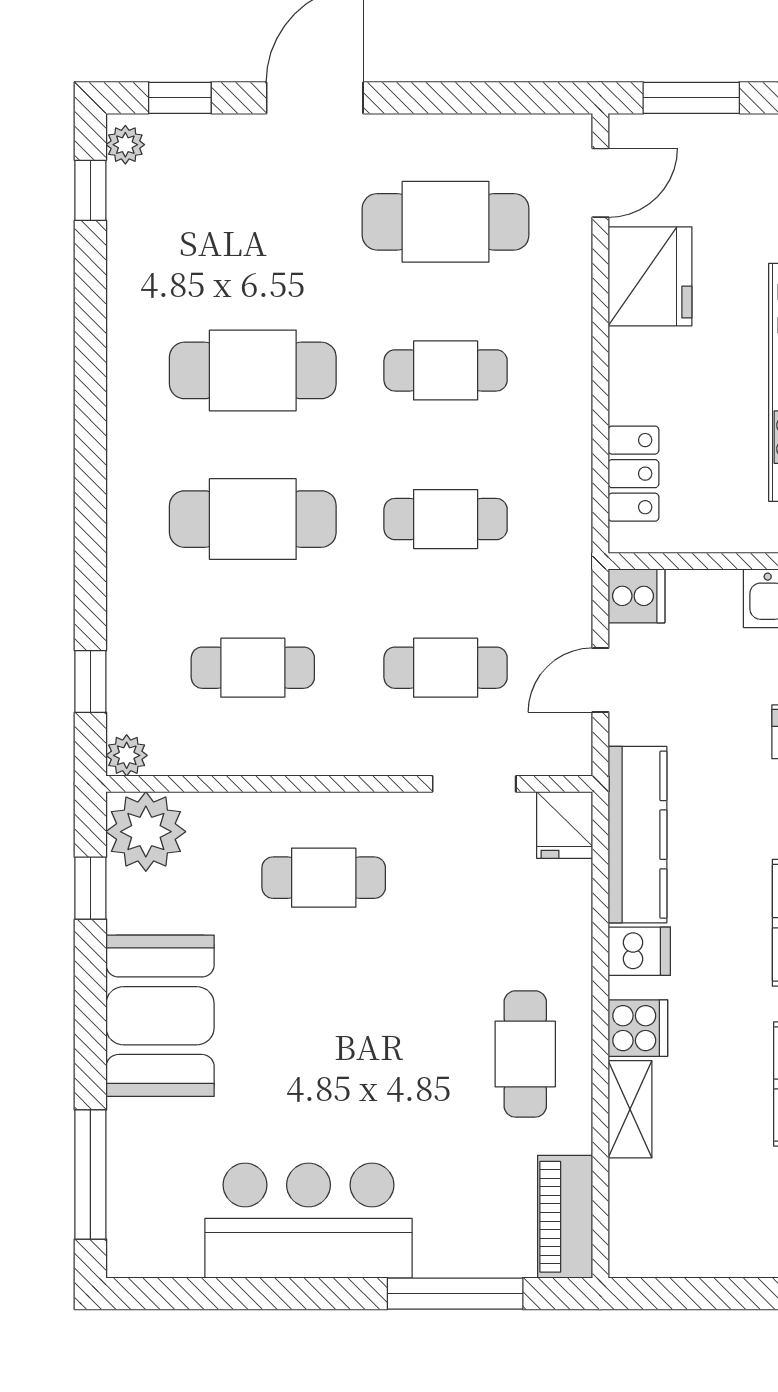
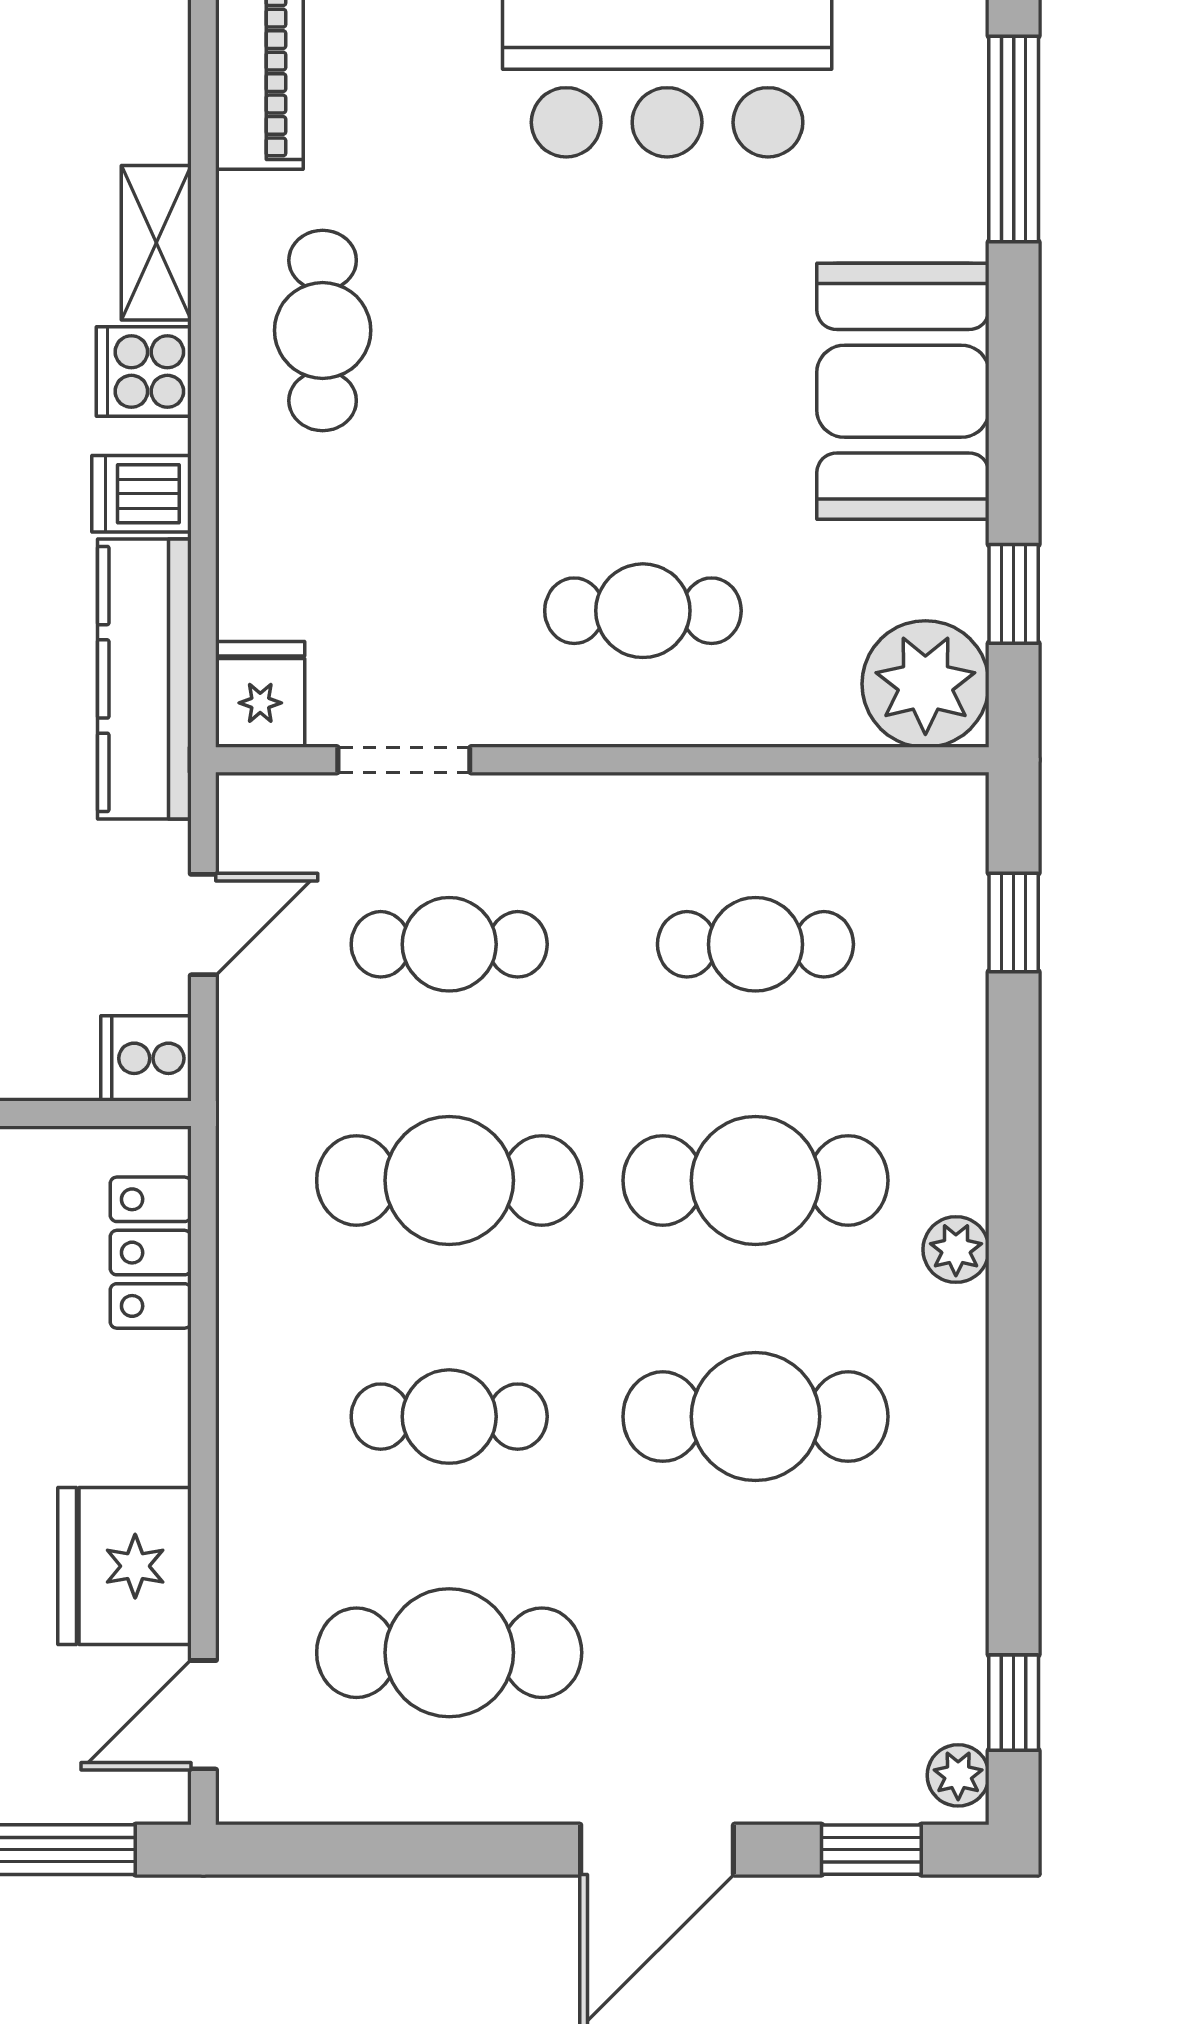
cafe table: (446, 519) -> (449, 1180), width x1.37, depth x1.35
plant: (127, 755) -> (956, 1249), moved

